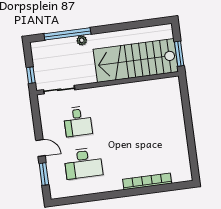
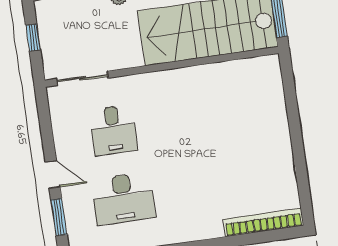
window: (31, 75) -> (33, 38), moved
bookcase: (147, 181) -> (263, 222), moved

